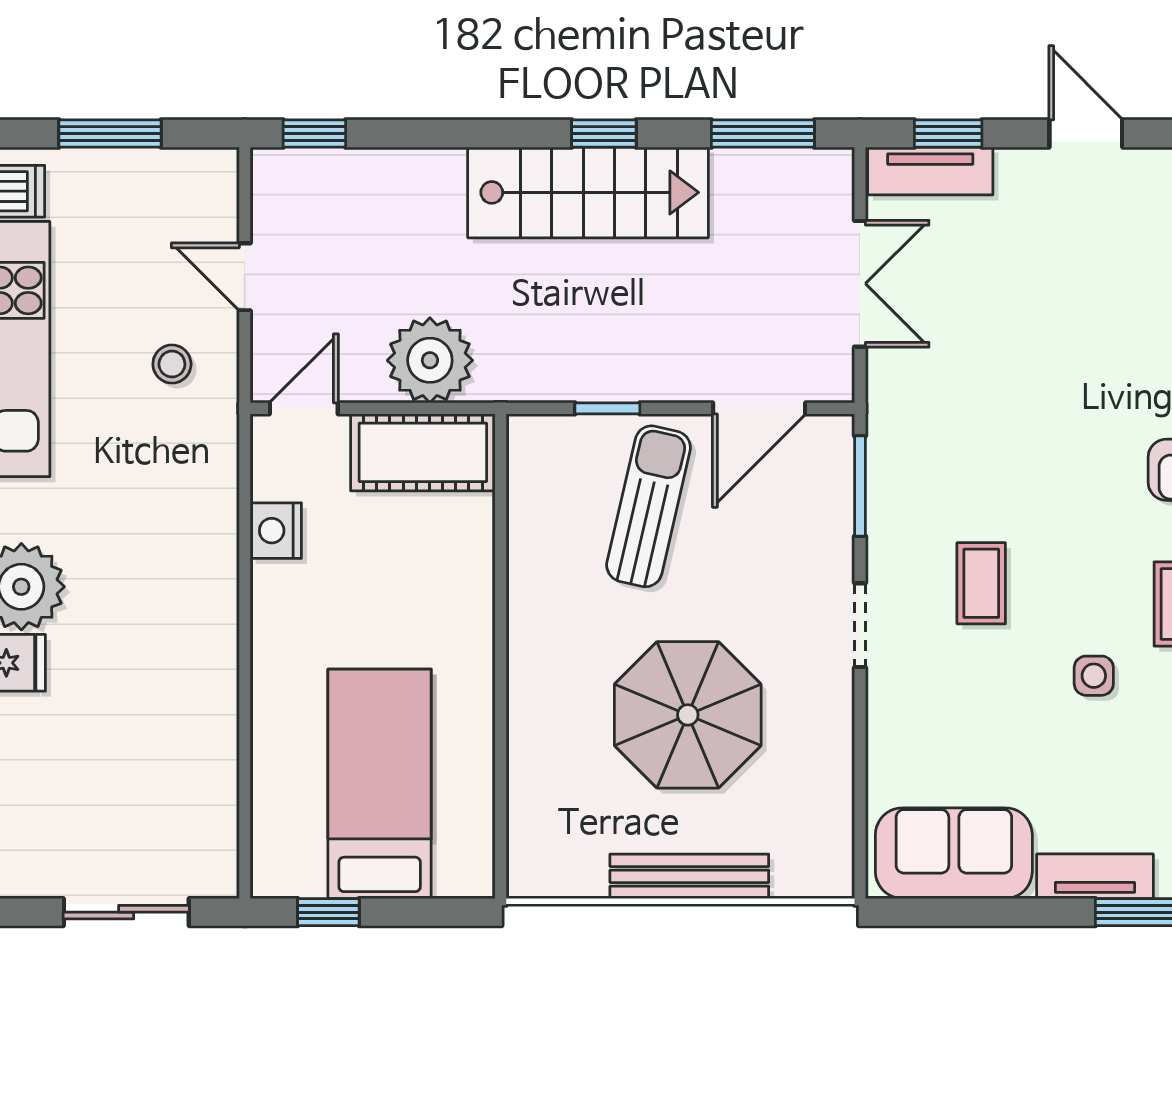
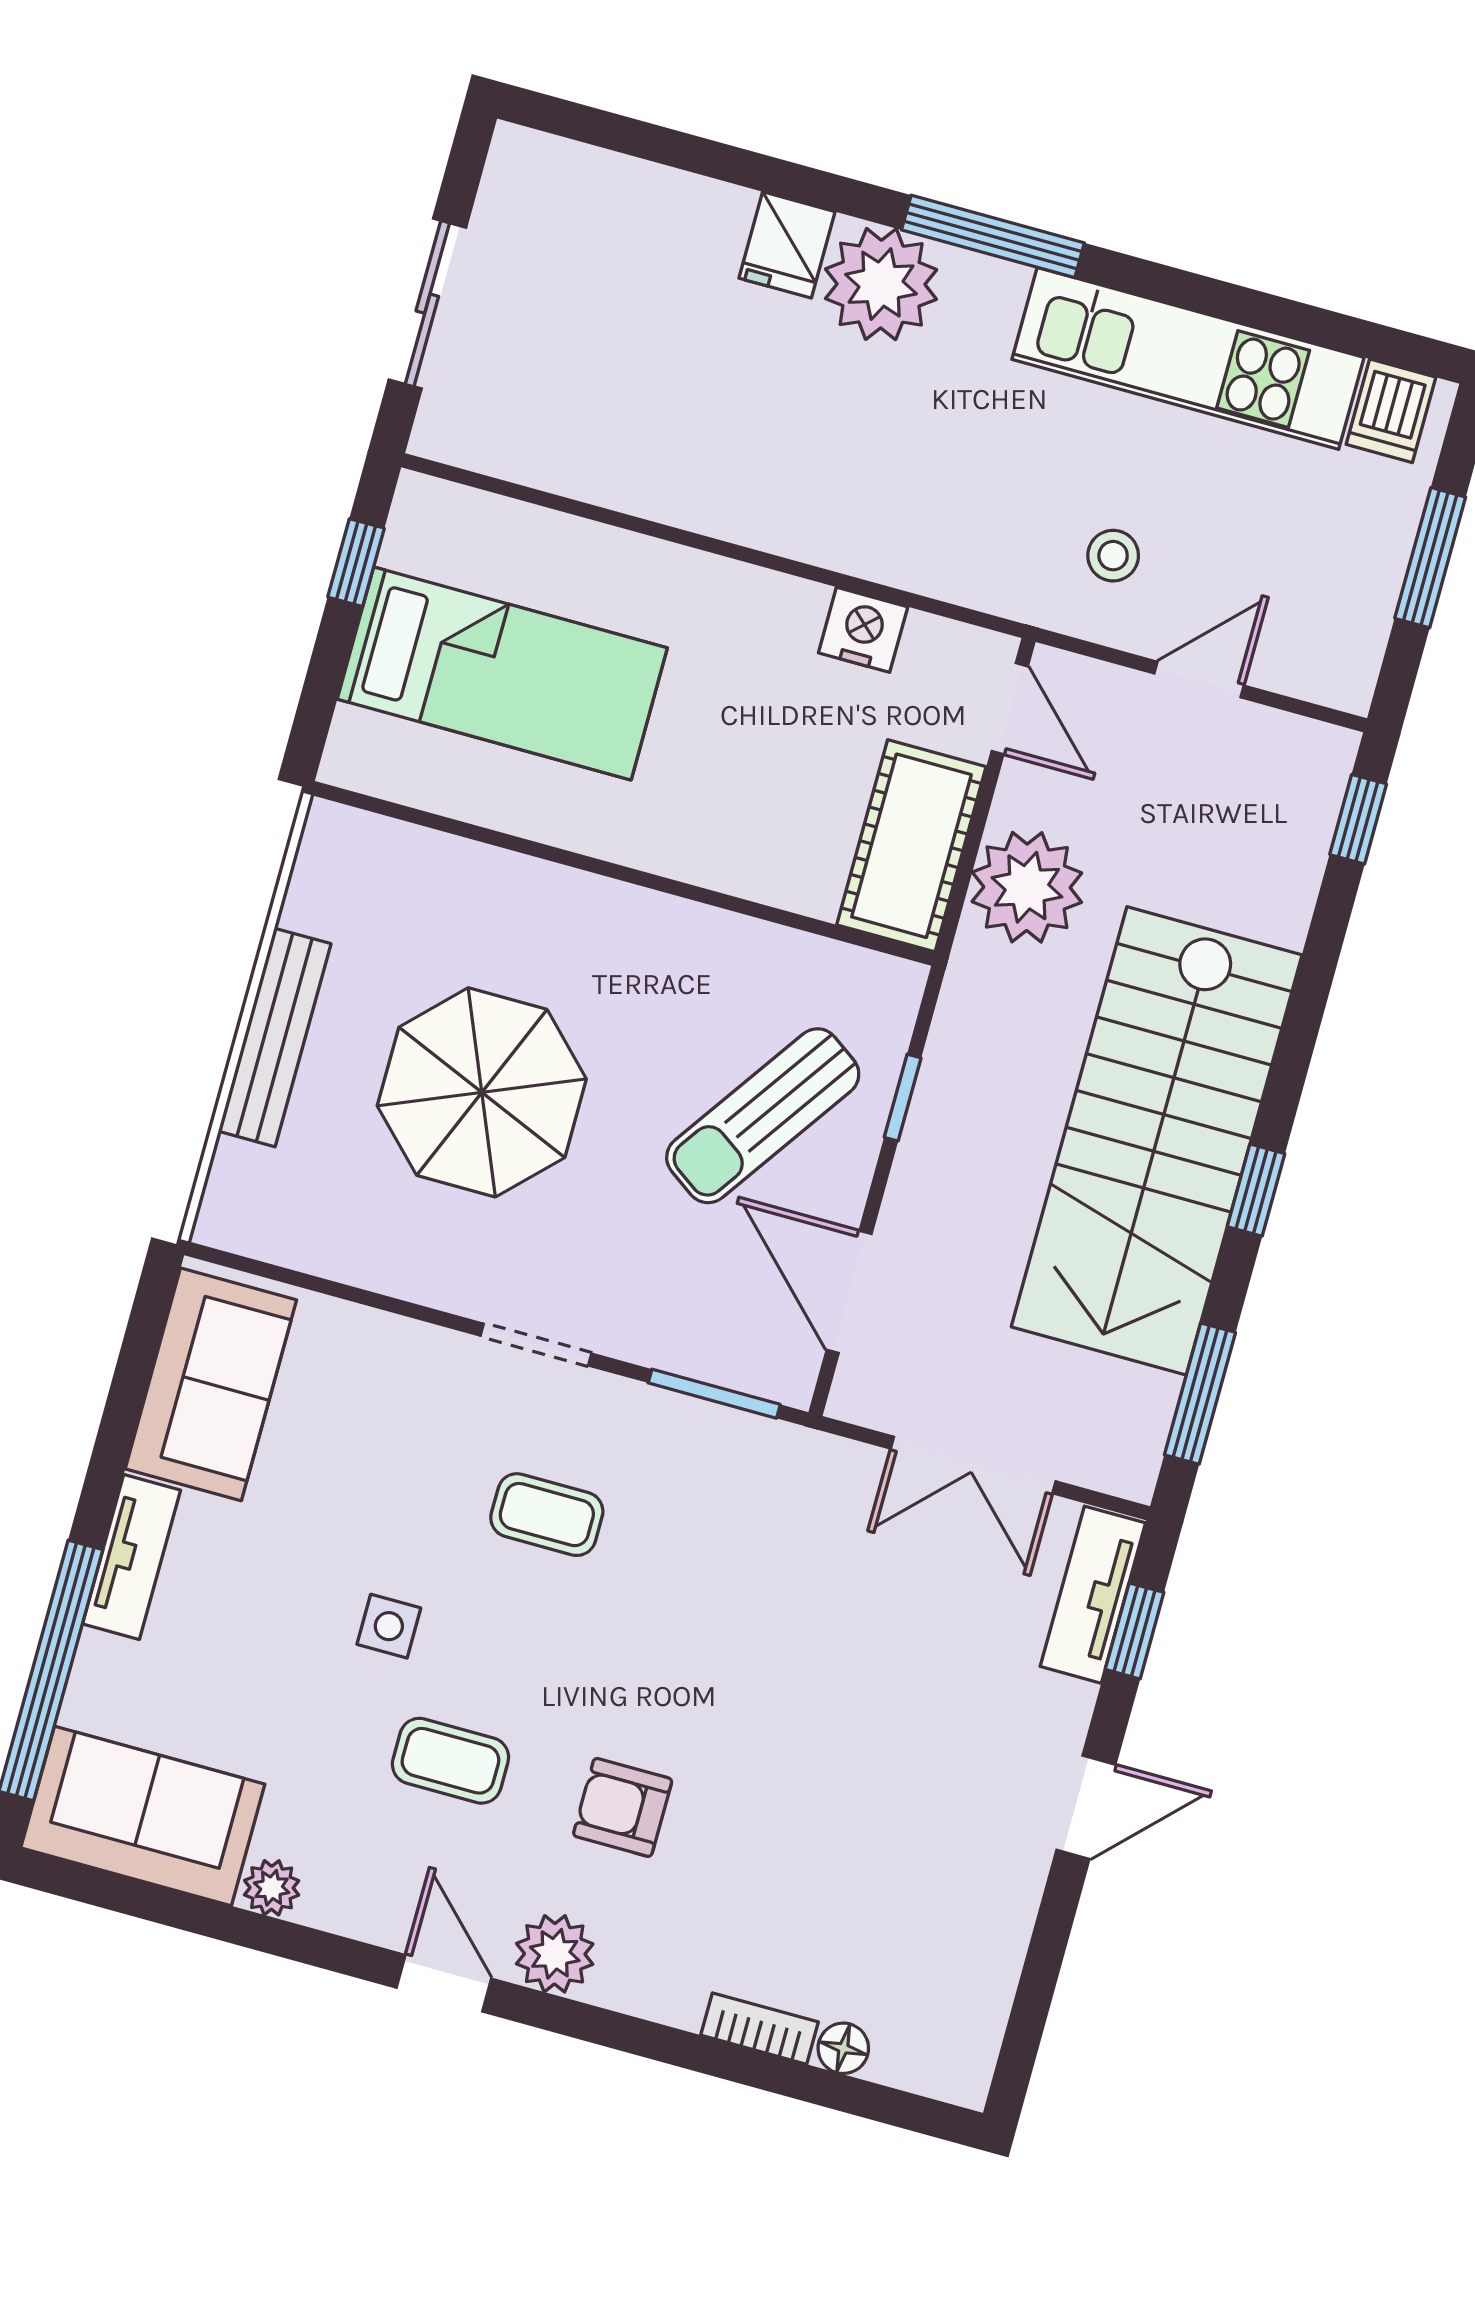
stairs: (588, 192) -> (1157, 1141), width x1.36, depth x1.51
sun lounger: (649, 506) -> (763, 1116), turned 112

